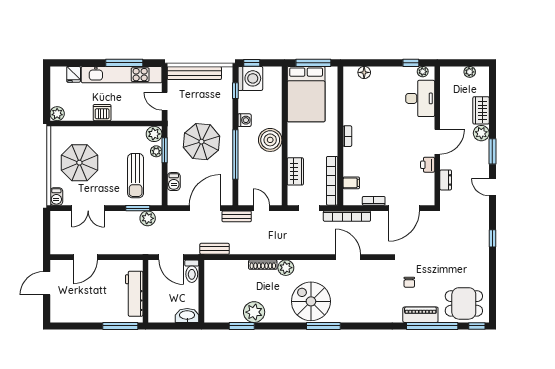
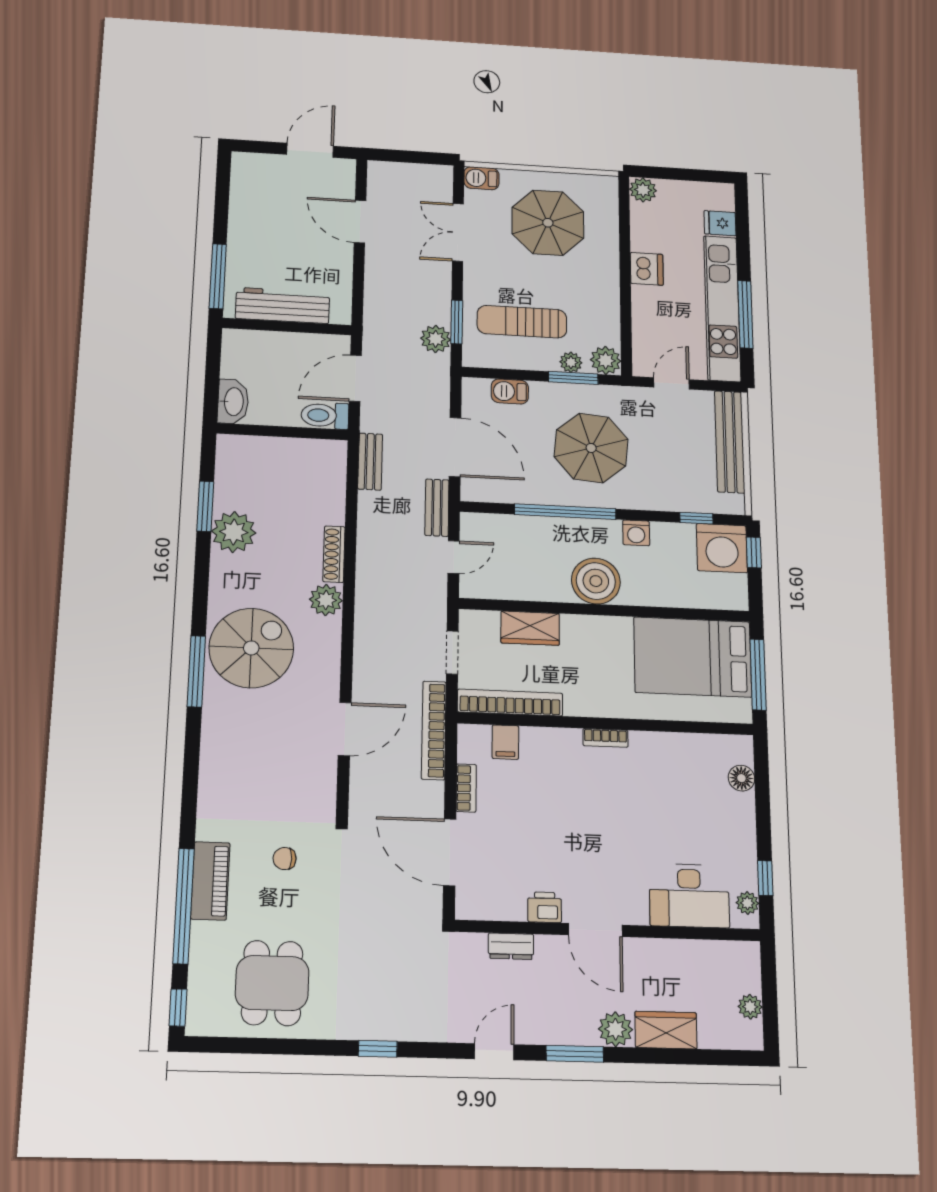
door: (47, 283) -> (310, 150), hinge flipped
dining table: (464, 303) -> (272, 983), moved

